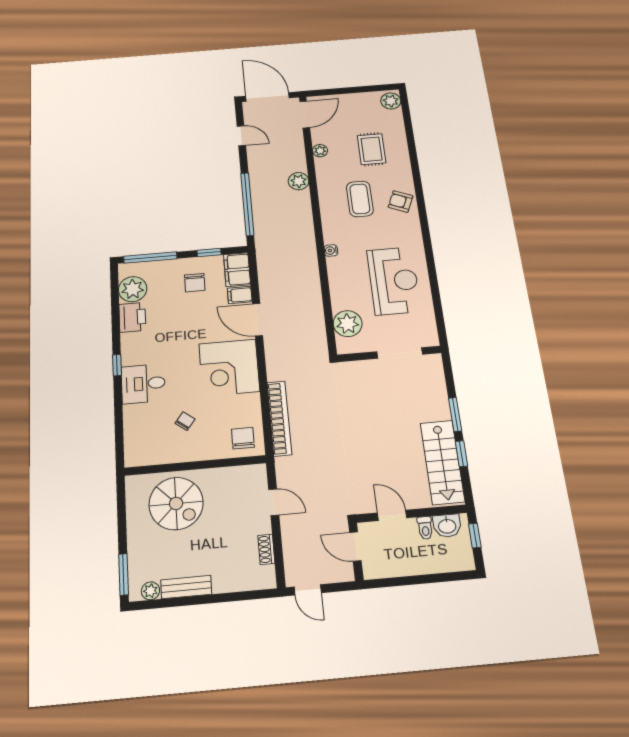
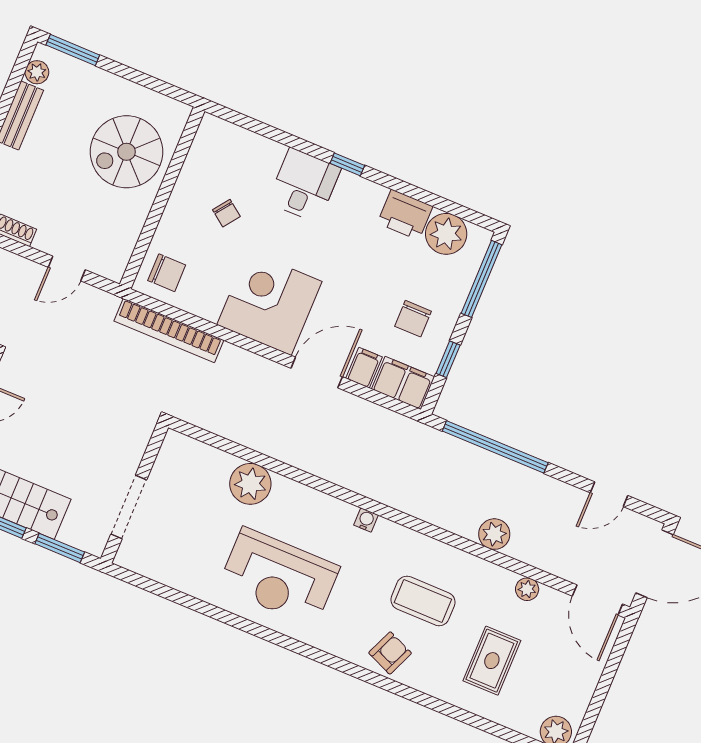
rug: (372, 149) -> (492, 661), turned 90
chair: (195, 283) -> (413, 319), turned -90
doorway: (399, 353) -> (129, 507), moved
wall: (389, 354) -> (134, 493), moved

